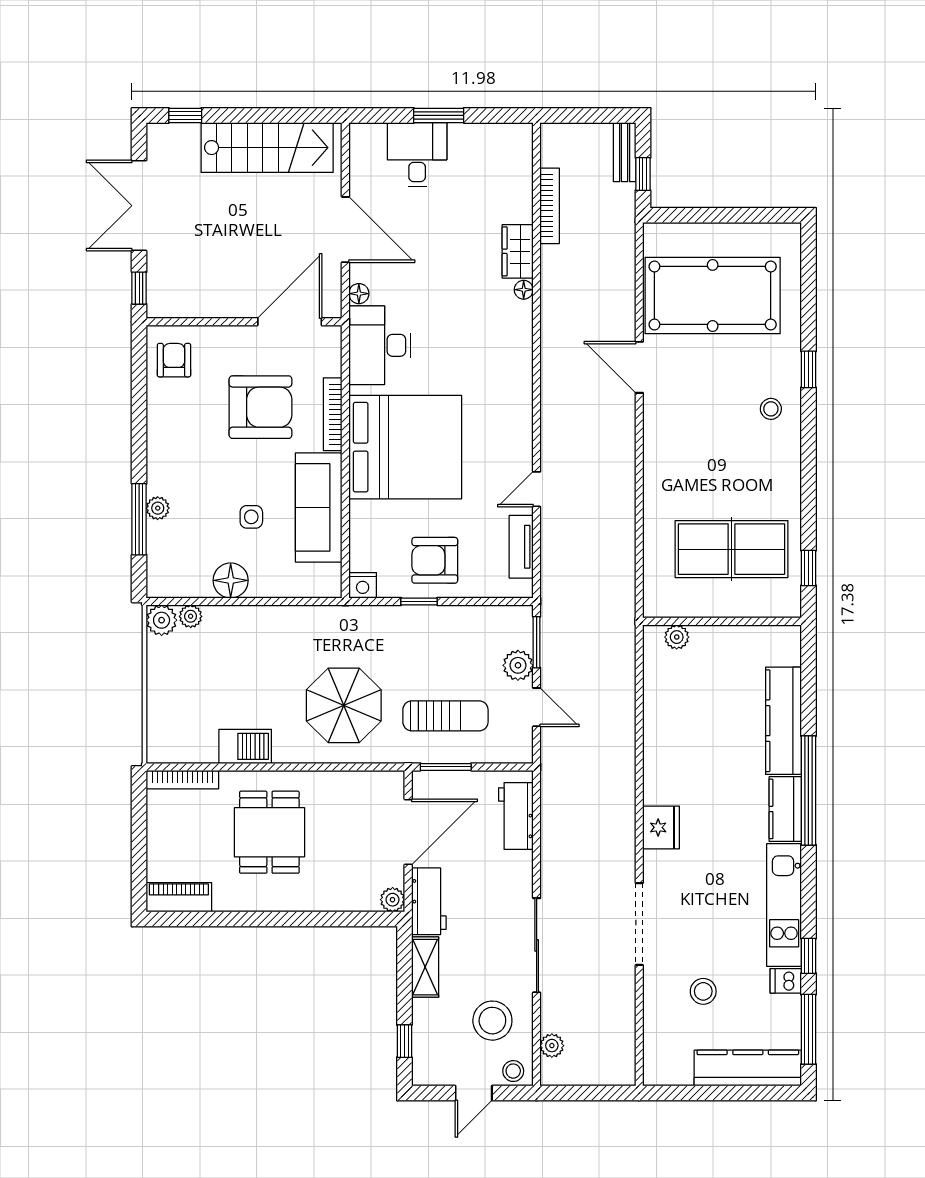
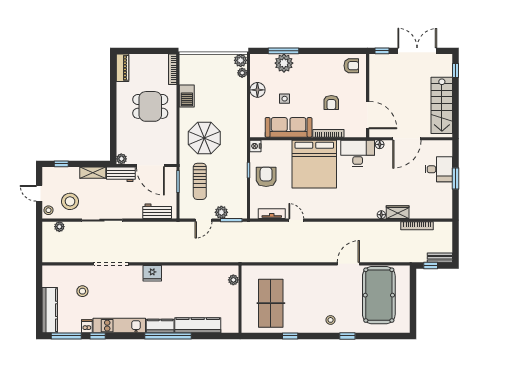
armchair: (260, 407) -> (331, 103), width x0.53, depth x0.53
plant: (158, 508) -> (284, 63), width x1.87, depth x1.87
window: (808, 568) -> (290, 336), moved

